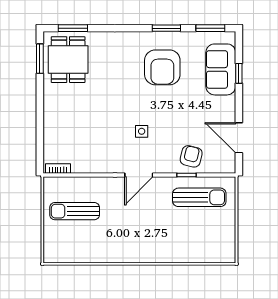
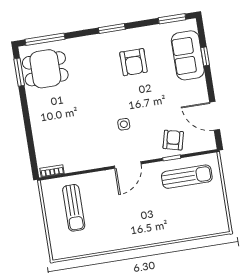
window: (73, 28) -> (45, 39), width x1.44
window: (166, 28) -> (112, 28), moved
dining table: (68, 60) -> (45, 69), turned 90
armchair: (162, 67) -> (133, 62), width x0.73, depth x0.73
sun lounger: (75, 211) -> (74, 208), turned -90

